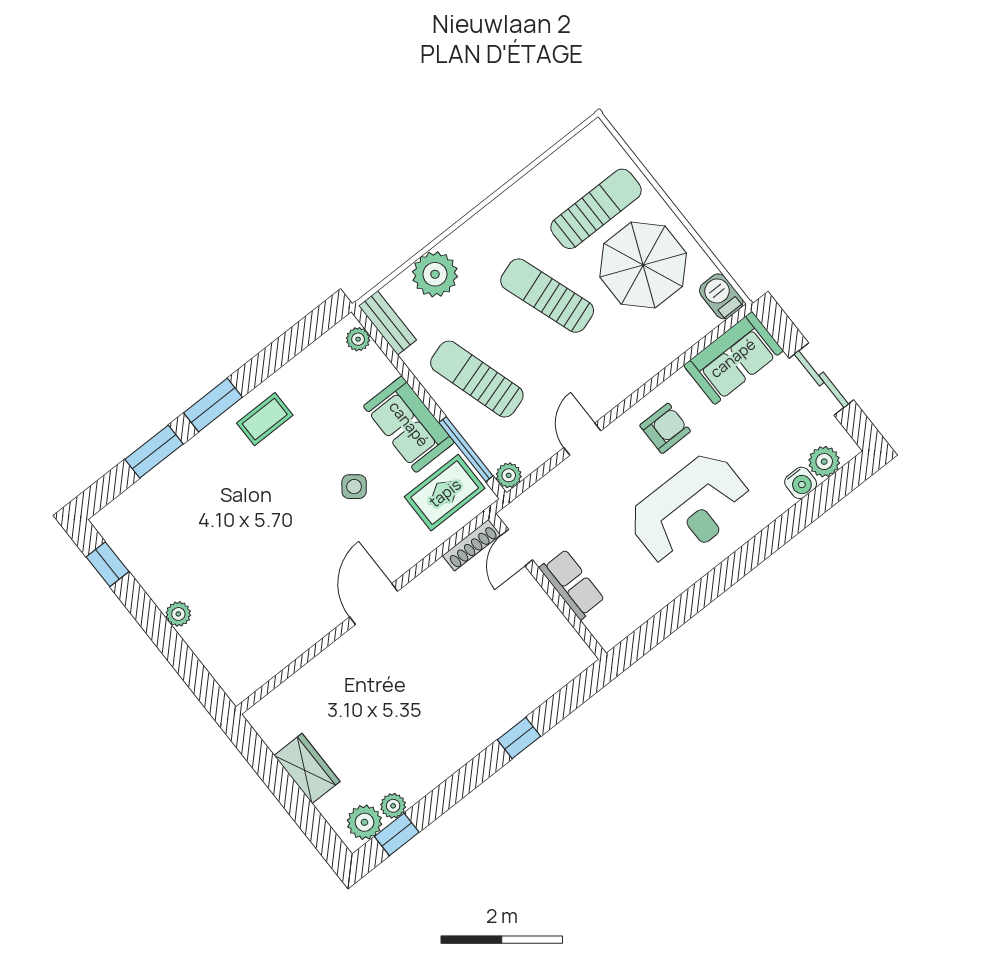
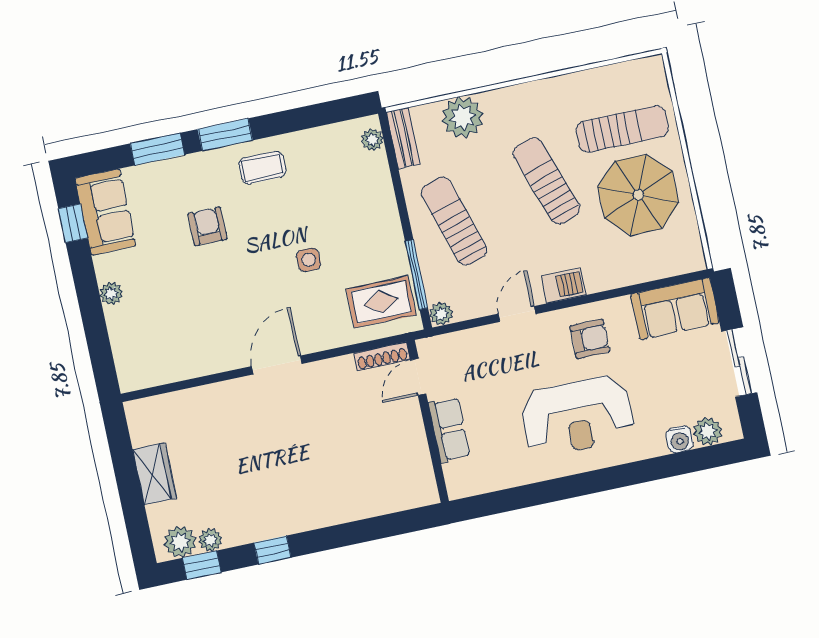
barbecue: (721, 296) -> (564, 285), moved, turned 90
sofa: (409, 424) -> (105, 212), moved, turned 180
side table: (354, 487) -> (309, 260), turned -38
armchair: (240, 503) -> (207, 226), added
window: (519, 738) -> (272, 550), moved

